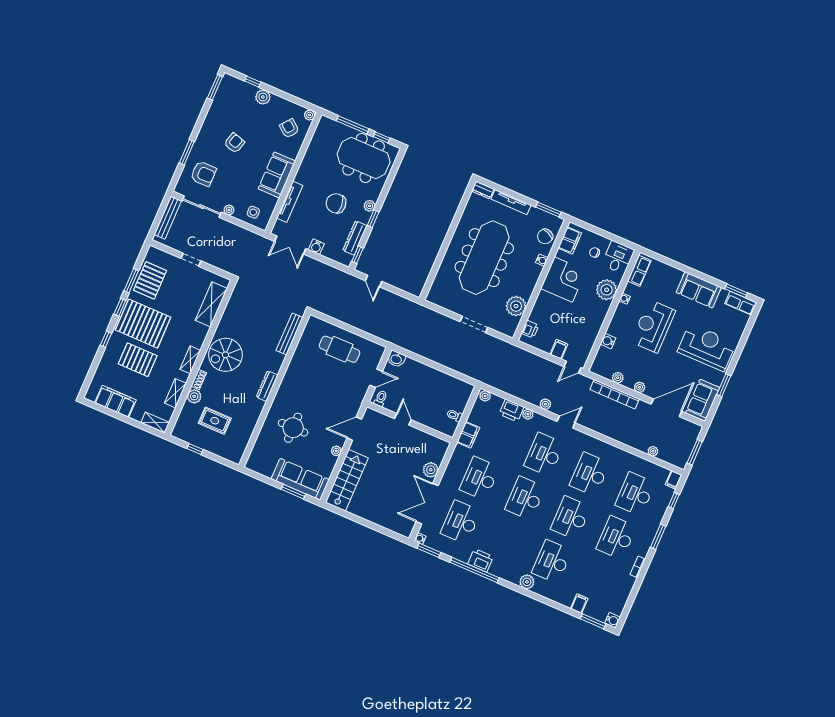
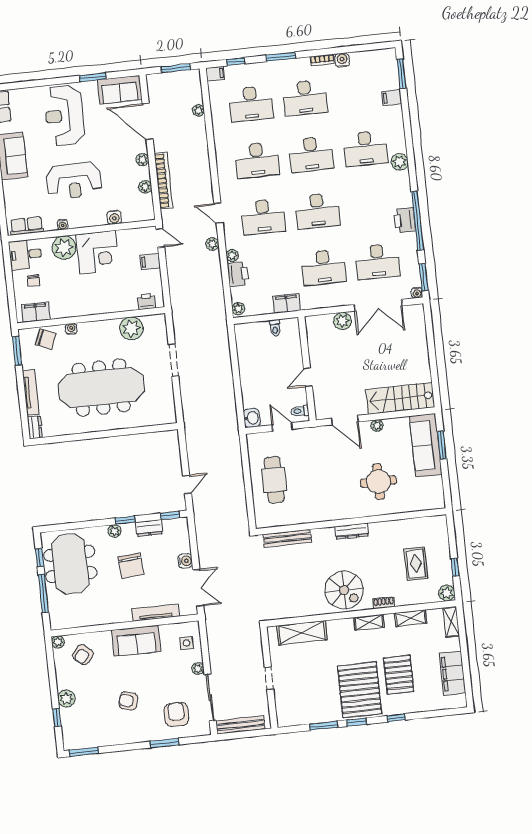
dresser: (355, 238) -> (149, 528), width x0.70
pallet: (150, 280) -> (313, 707), removed
corner desk: (563, 280) -> (98, 252), moved, turned 180
plant: (194, 396) -> (447, 593), moved
water cooler: (613, 620) -> (342, 60), moved

